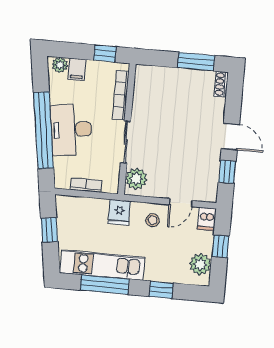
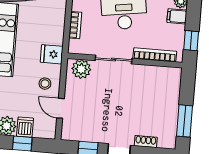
shoe rack: (221, 84) -> (146, 142), moved
dishwasher: (207, 219) -> (25, 127), moved, turned 90

